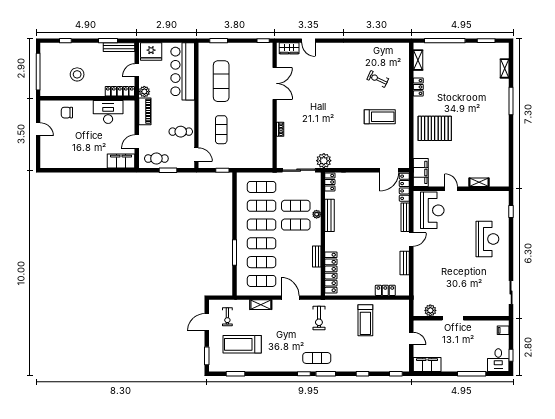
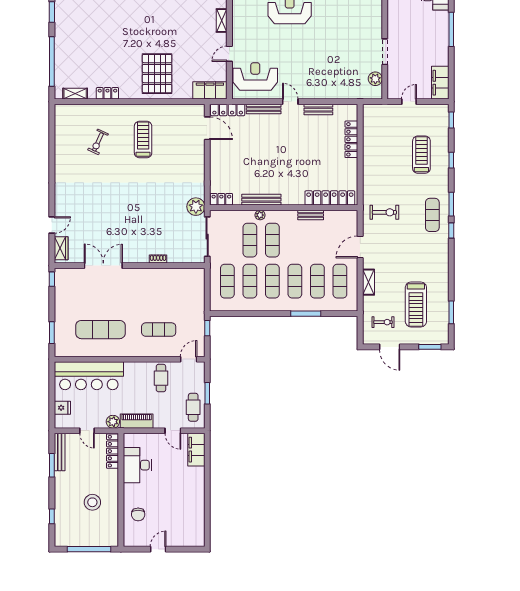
fridge: (151, 52) -> (62, 408), width x0.53, depth x0.75
locker: (385, 290) -> (351, 139), width x1.53
treadmill: (365, 320) -> (421, 155), moved, turned -90

